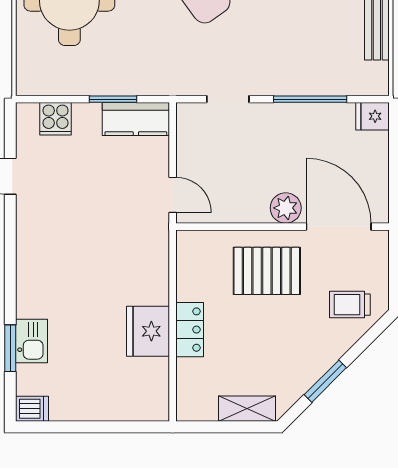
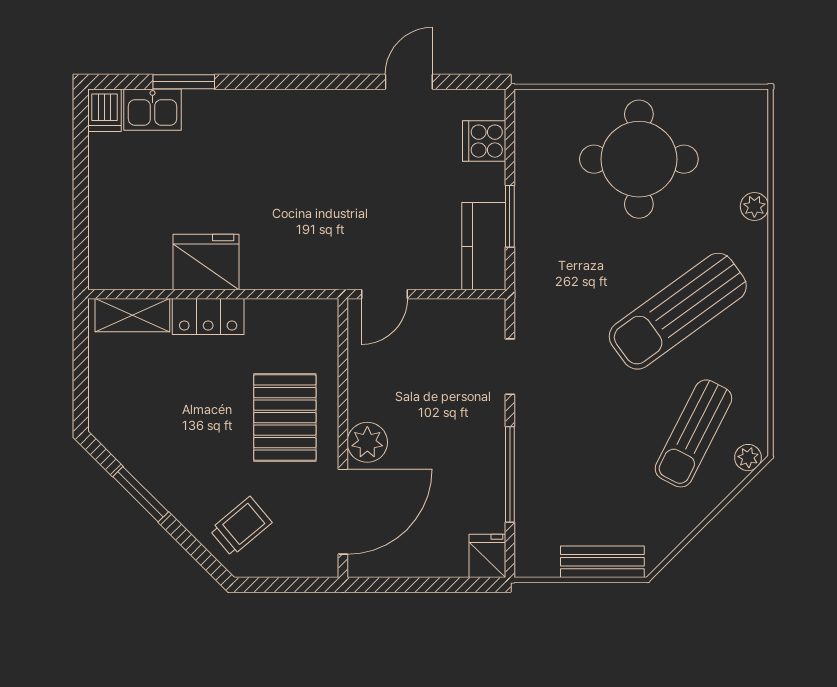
trolley: (350, 305) -> (241, 526), turned 50
kitchen sink: (31, 341) -> (153, 110), moved
shelving: (247, 409) -> (132, 315), moved, turned 90

